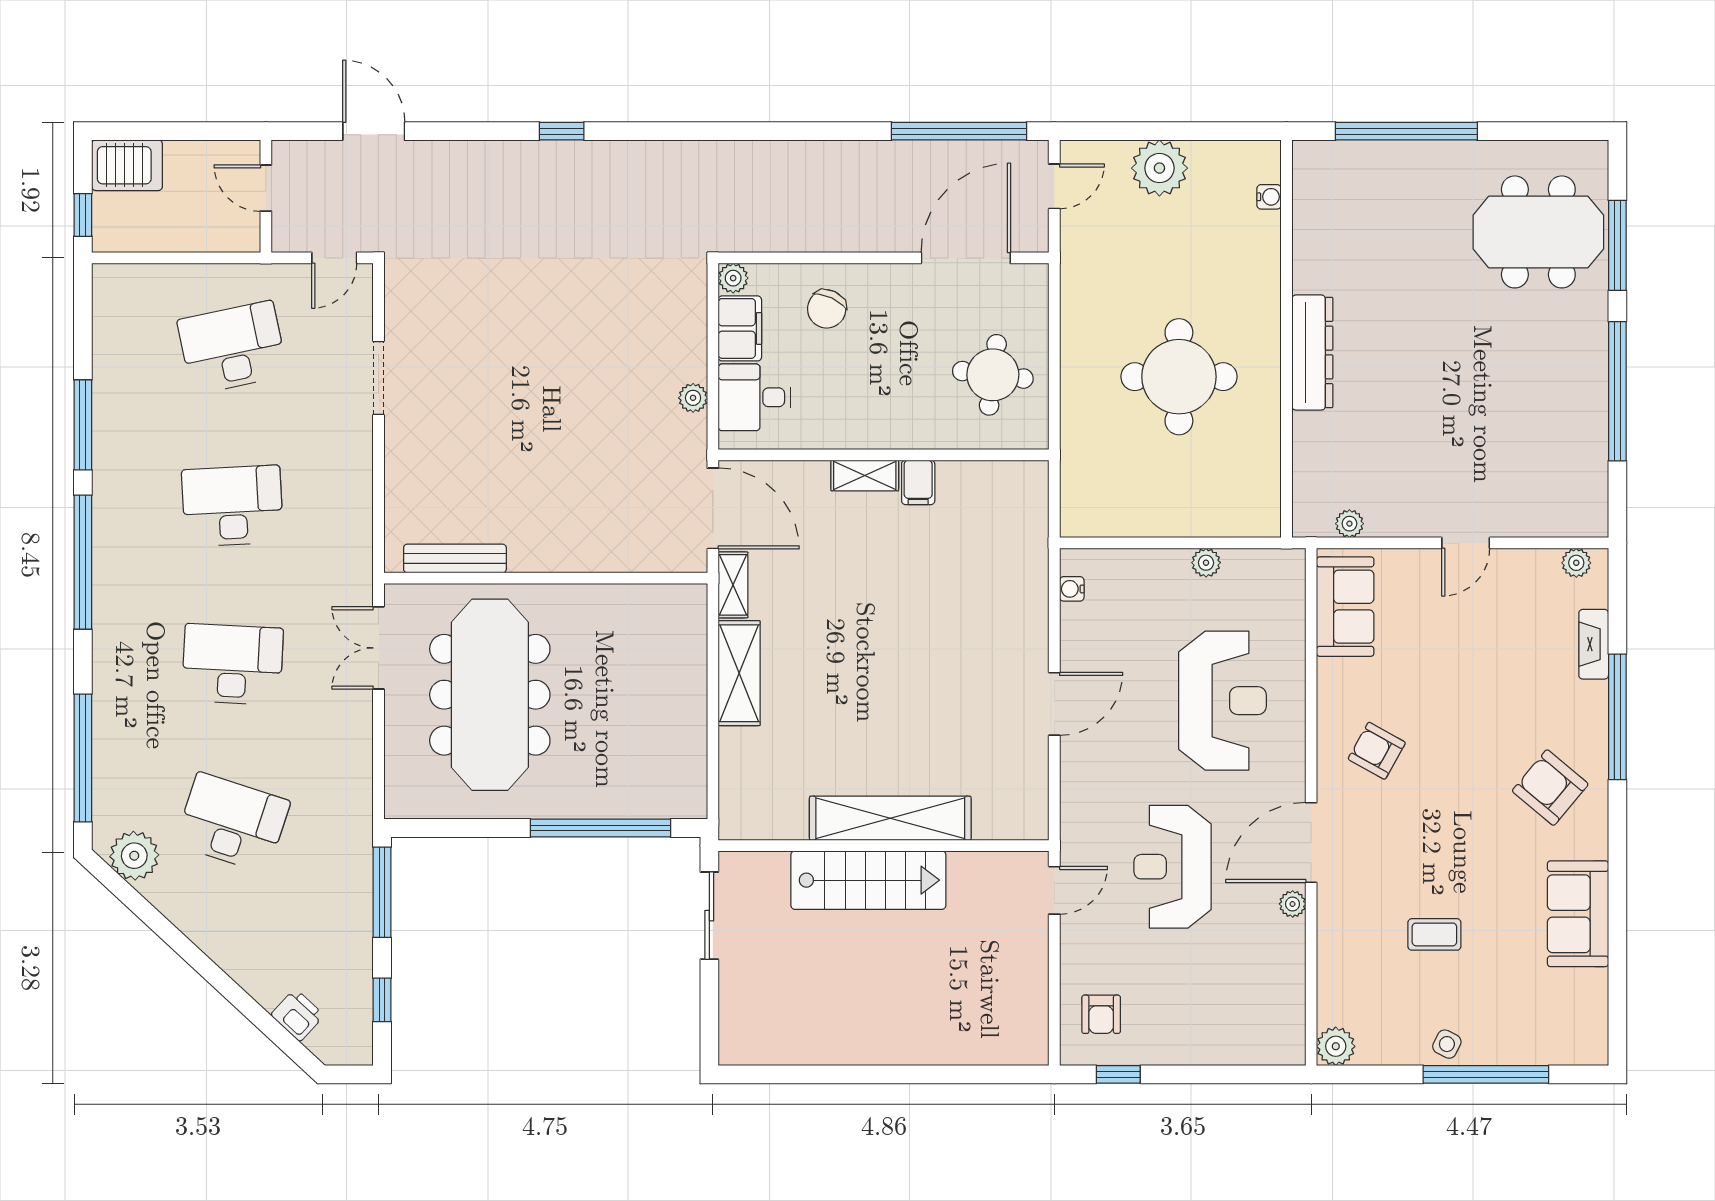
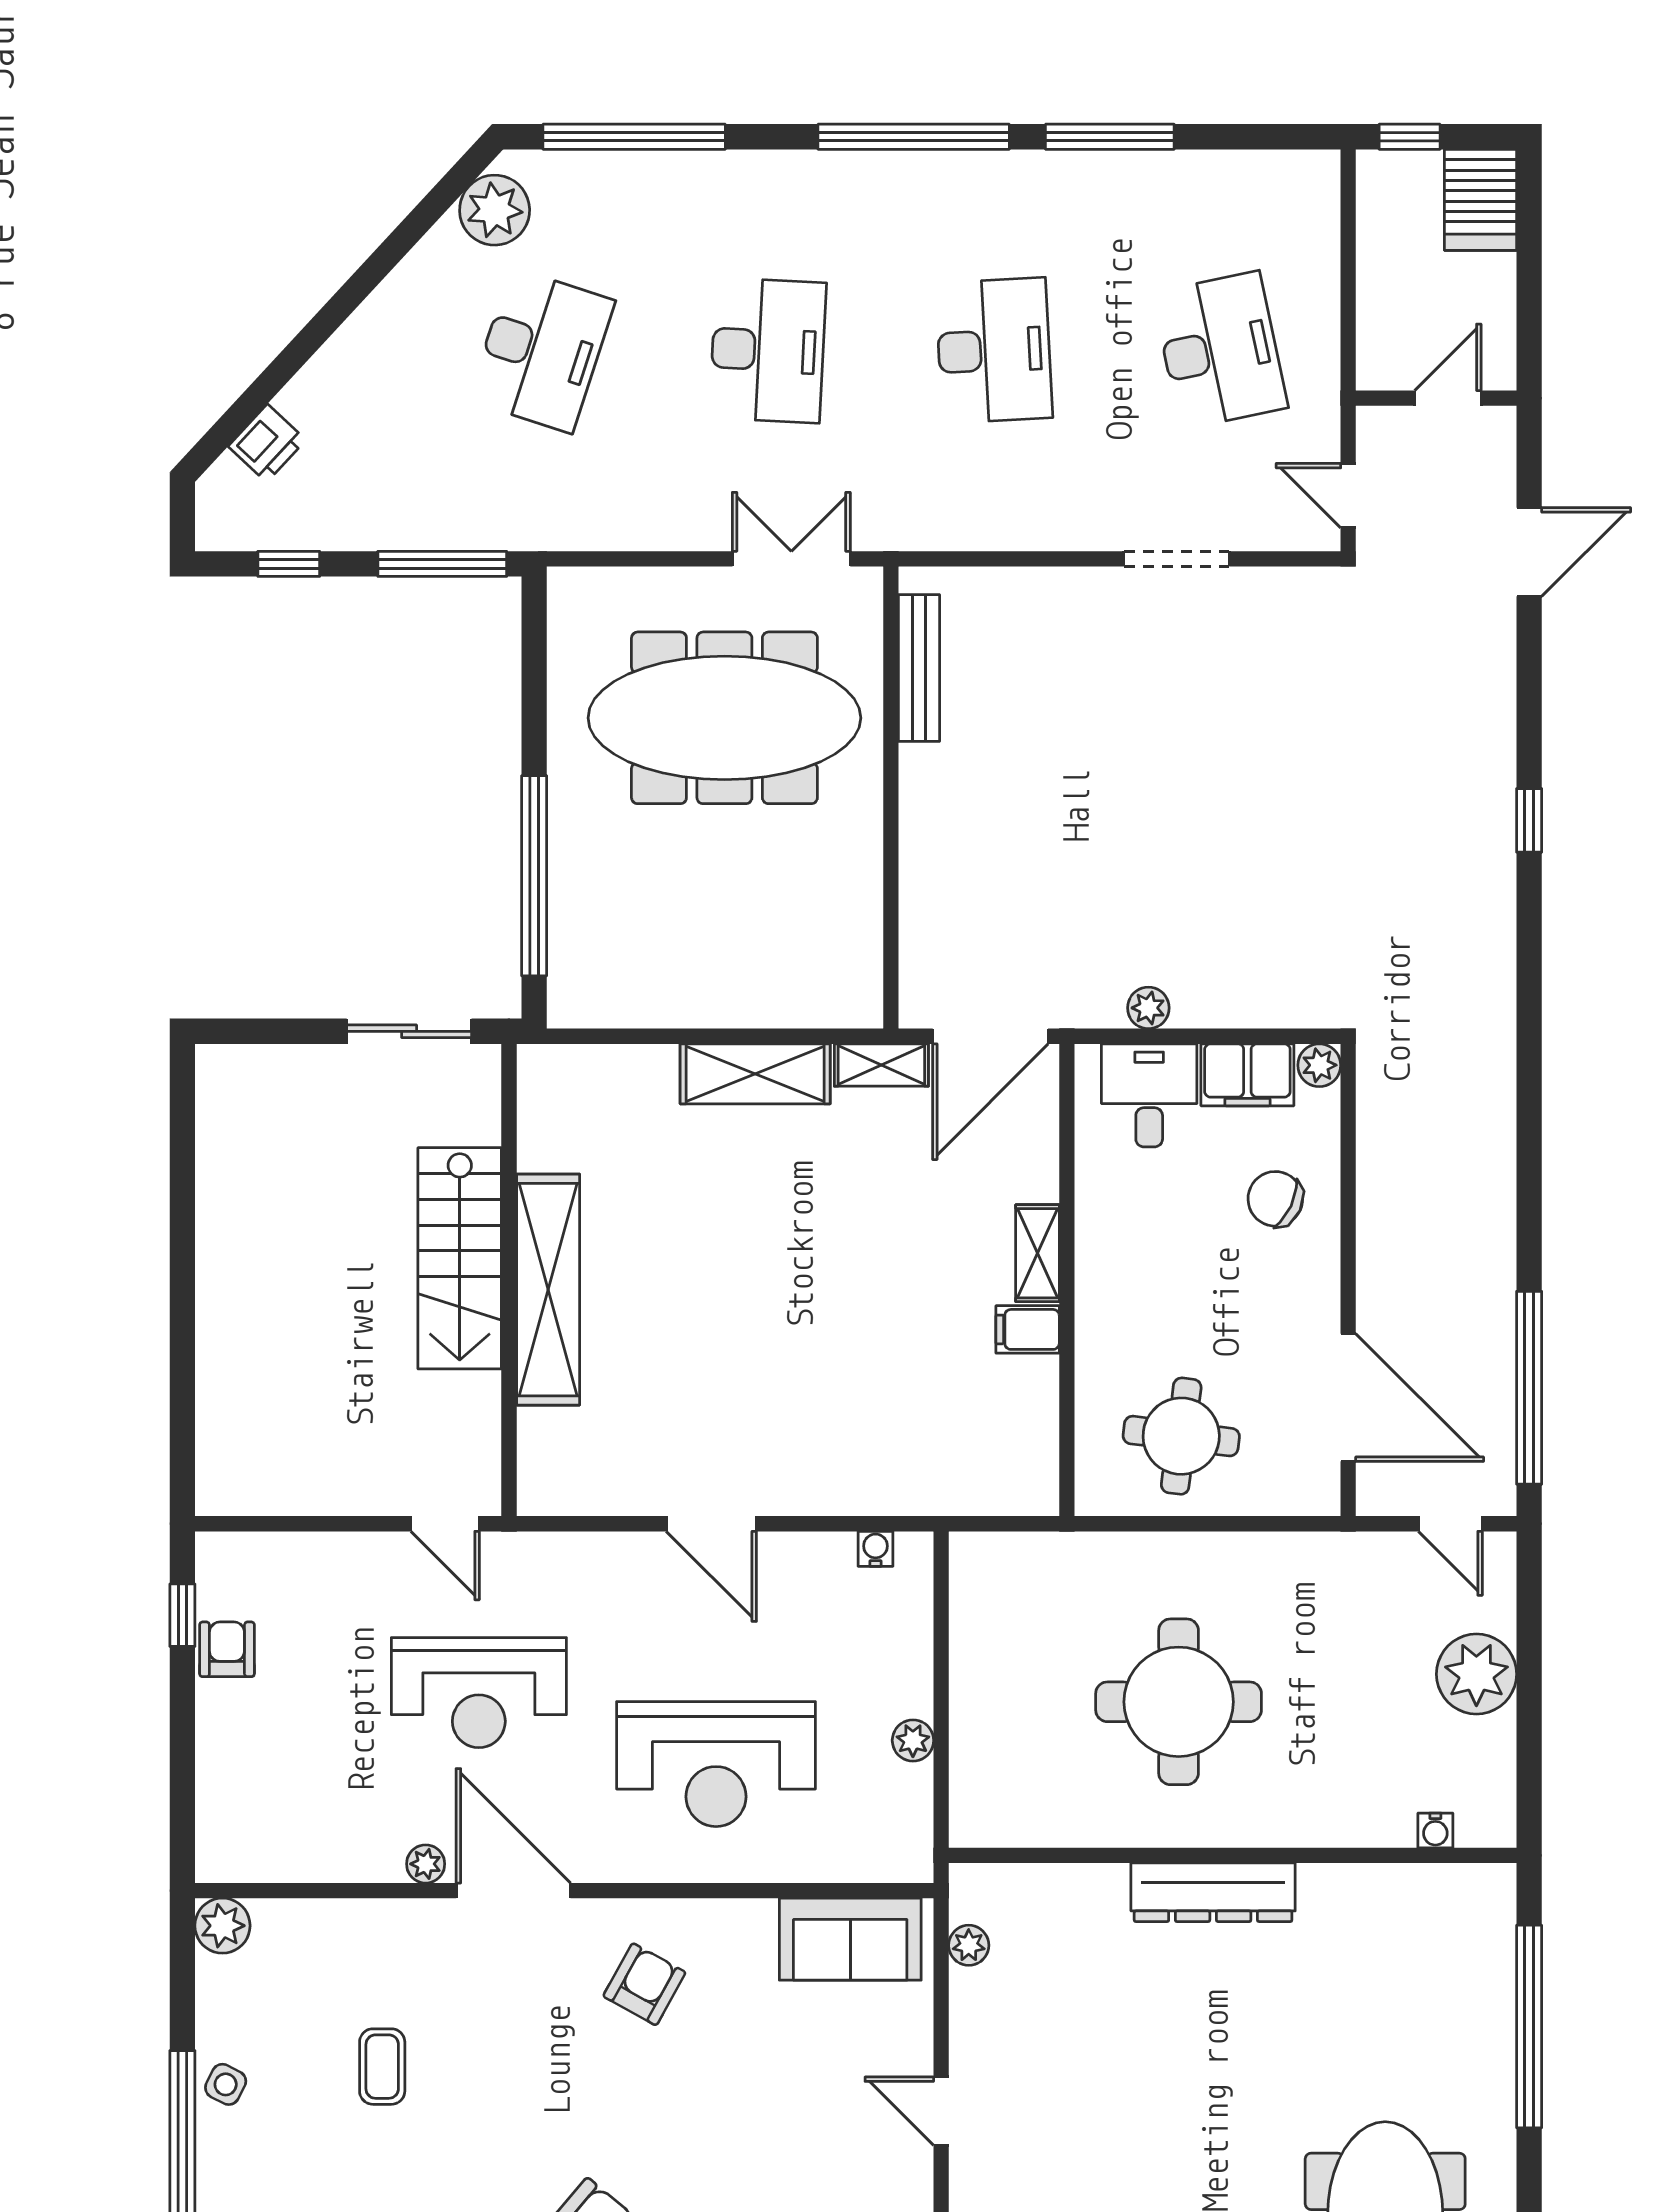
reception desk: (1173, 867) -> (479, 1693), turned 180
armchair: (1101, 1014) -> (227, 1649), moved, turned 90

